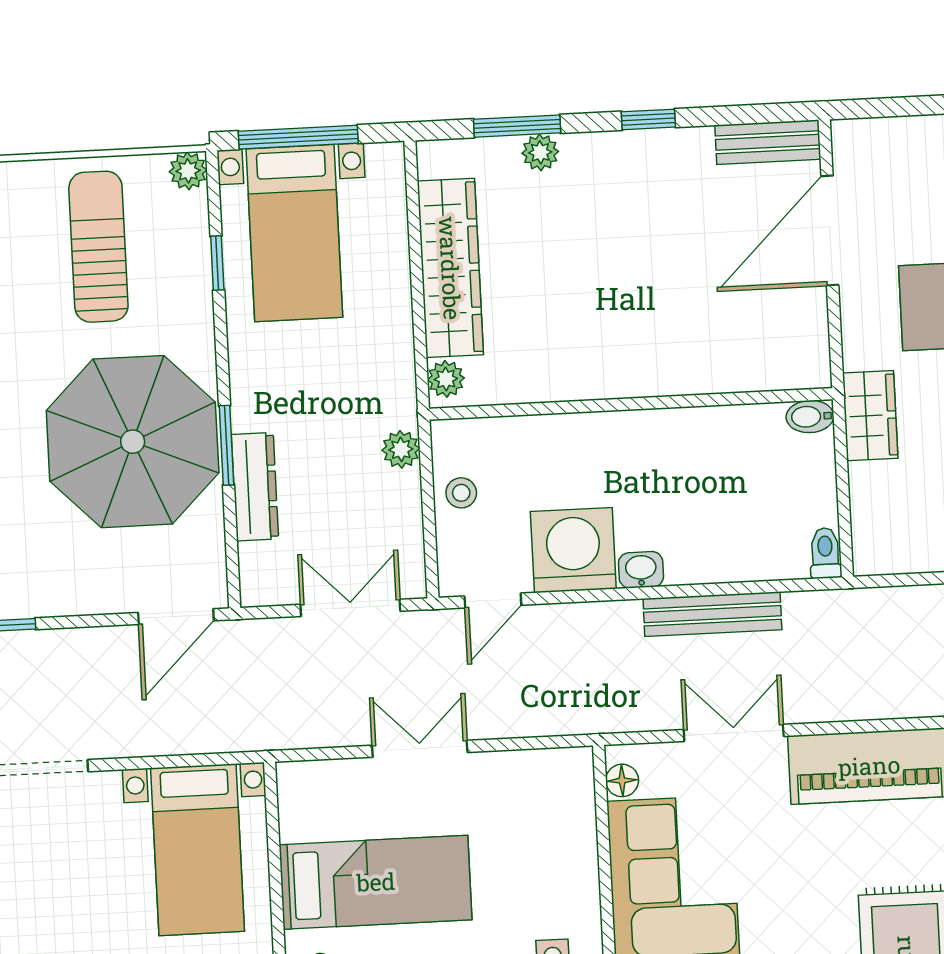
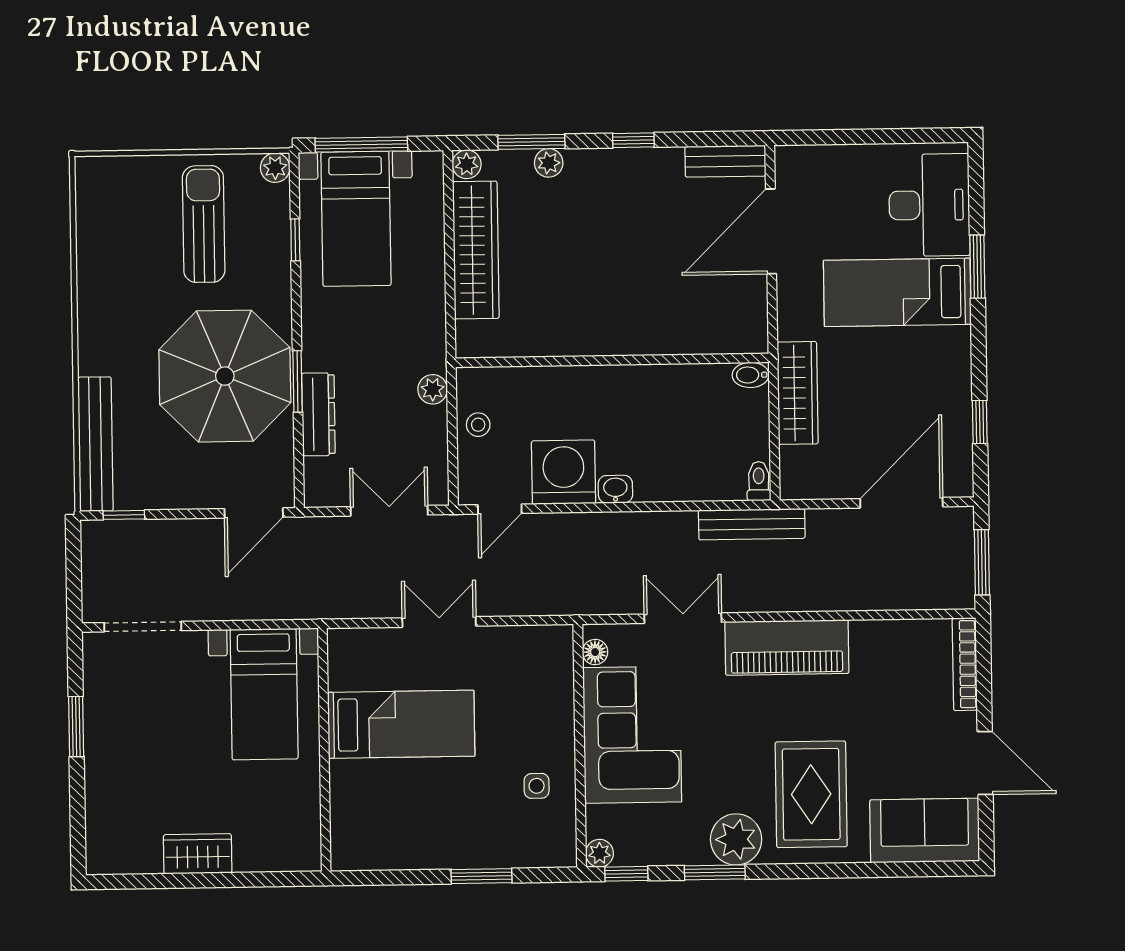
plant: (446, 379) -> (467, 164), moved
wardrobe: (870, 416) -> (798, 393), width x1.50
bench: (712, 614) -> (752, 524), moved

